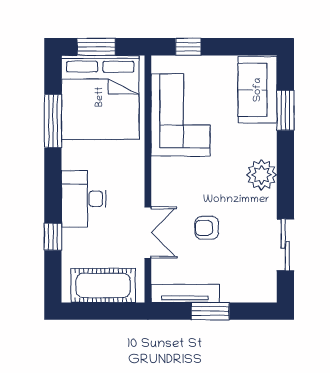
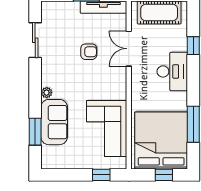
window: (96, 47) -> (164, 175), width x0.67
sofa: (258, 90) -> (54, 122), moved
plant: (262, 175) -> (47, 93), width x0.53, depth x0.53

